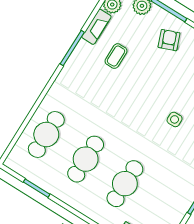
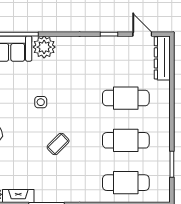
coffee table: (116, 56) -> (58, 144), moved, turned -45
side table: (175, 119) -> (41, 102), moved

